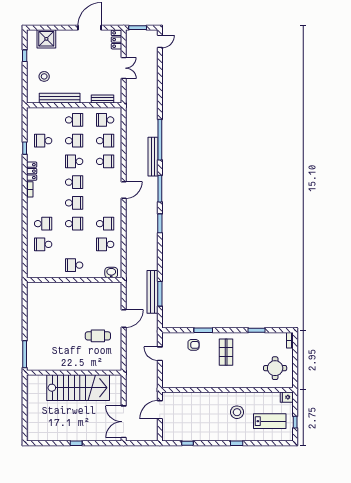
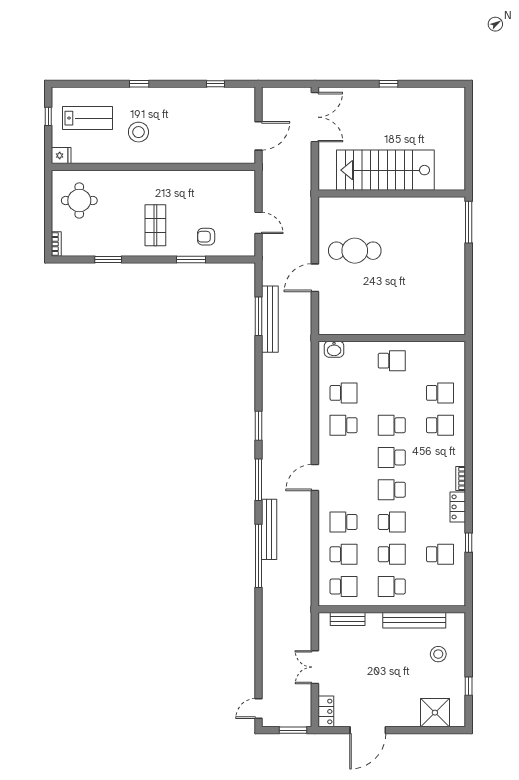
school desk: (74, 141) -> (392, 554), turned 180
school desk: (105, 141) -> (344, 554), turned 180
school desk: (43, 224) -> (440, 425), turned 180
cafe table: (98, 336) -> (355, 251), width x1.37, depth x1.35
lab bench: (270, 421) -> (87, 118), turned 180

